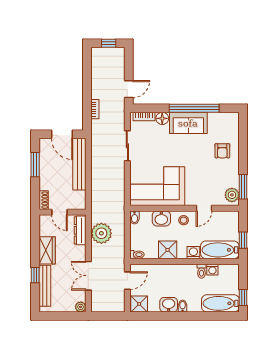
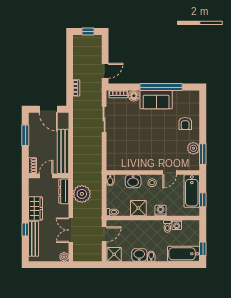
bench: (79, 164) -> (63, 151), moved
corner sofa: (157, 186) -> (130, 154), removed
plant: (232, 195) -> (193, 148), moved
door: (59, 212) -> (46, 176), swing flipped
bathtub: (220, 250) -> (192, 191), moved, turned -90

